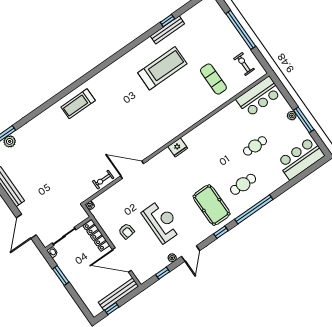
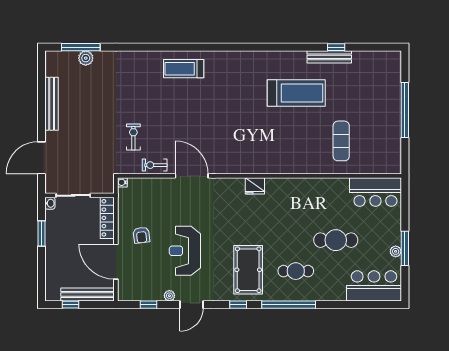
exercise bike: (244, 64) -> (133, 137), moved
plant: (292, 116) -> (396, 251), moved
cafe table: (255, 146) -> (336, 240), width x1.37, depth x1.35
reception desk: (162, 222) -> (185, 251), turned 180

